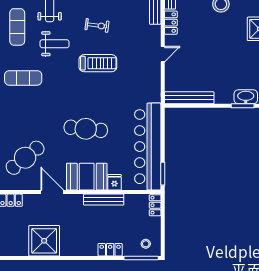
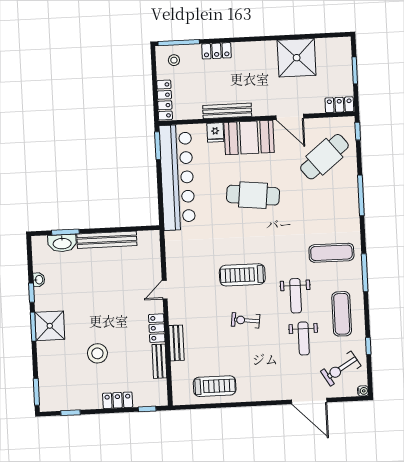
weight bench: (55, 44) -> (296, 296), turned -90
bench: (189, 98) -> (107, 240), moved
locker: (155, 205) -> (165, 100), width x1.53

